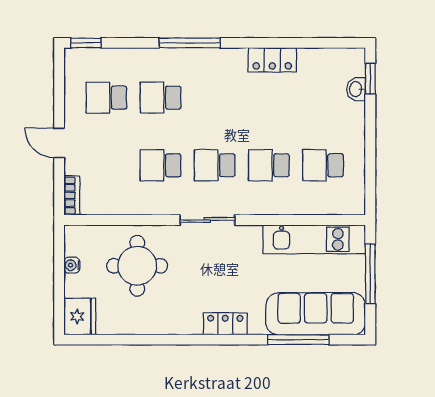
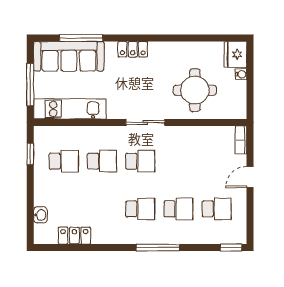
locker: (272, 60) -> (74, 236), moved
window: (370, 79) -> (30, 154), moved
door: (59, 143) -> (250, 177), swing flipped
school desk: (161, 165) -> (140, 209), moved
water cooler: (72, 265) -> (241, 74), moved

